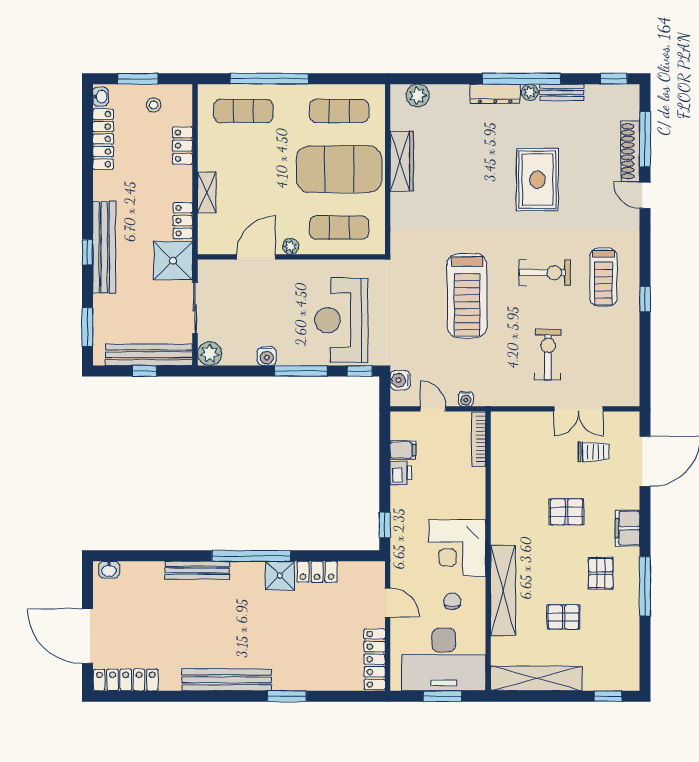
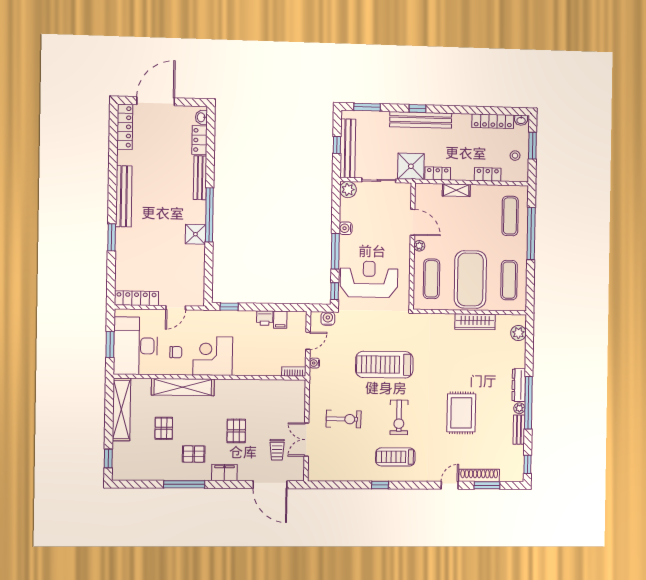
window: (645, 139) -> (487, 485), width x0.69
rug: (537, 180) -> (461, 413), turned 90
bookcase: (479, 439) -> (294, 371), width x0.64
locker: (317, 572) -> (199, 140), moved

